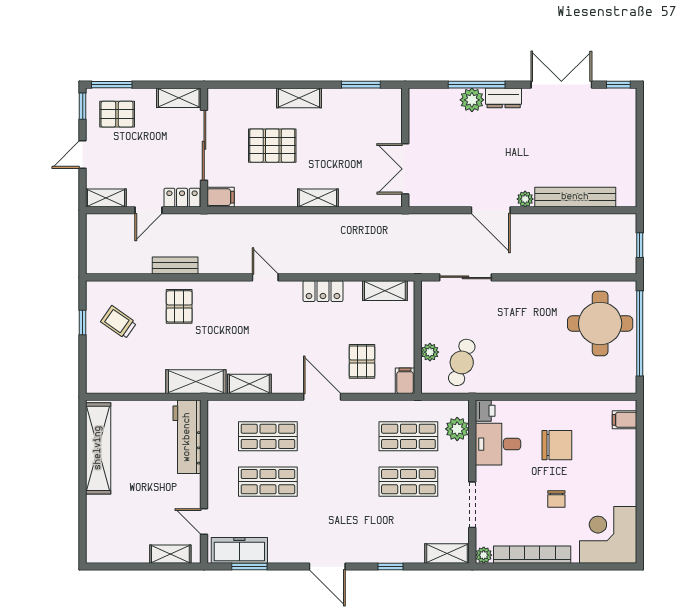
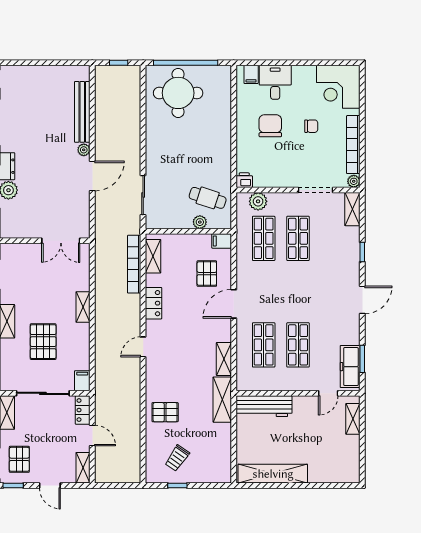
bench: (175, 266) -> (134, 415), removed
bookcase: (374, 266) -> (134, 264), added
pallet: (362, 361) -> (207, 274), turned 90
desk: (498, 444) -> (275, 82), moved, turned 180

